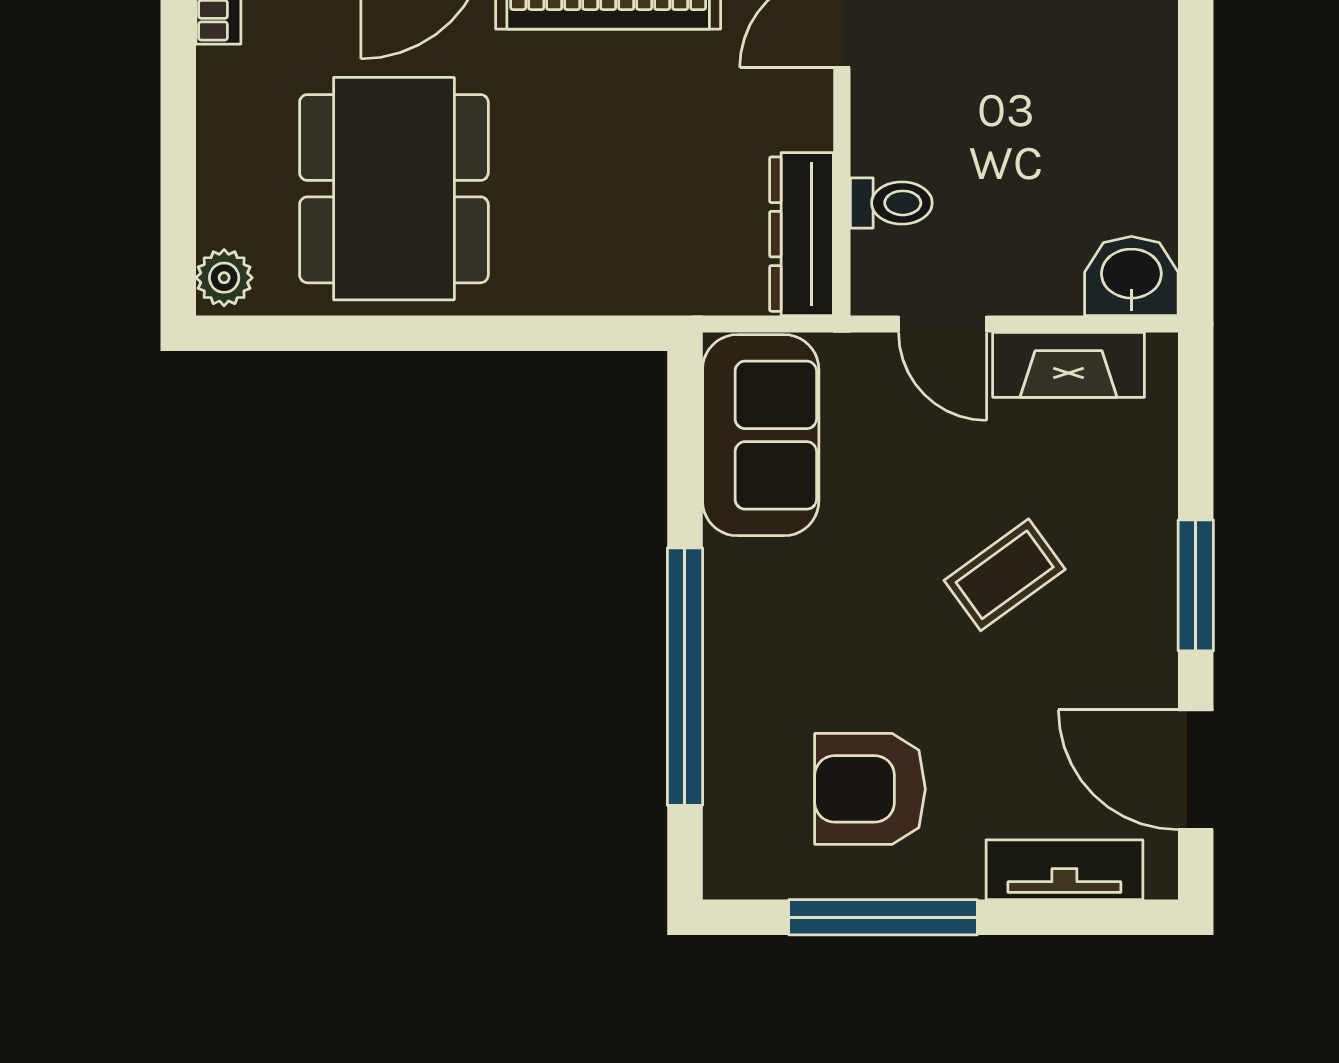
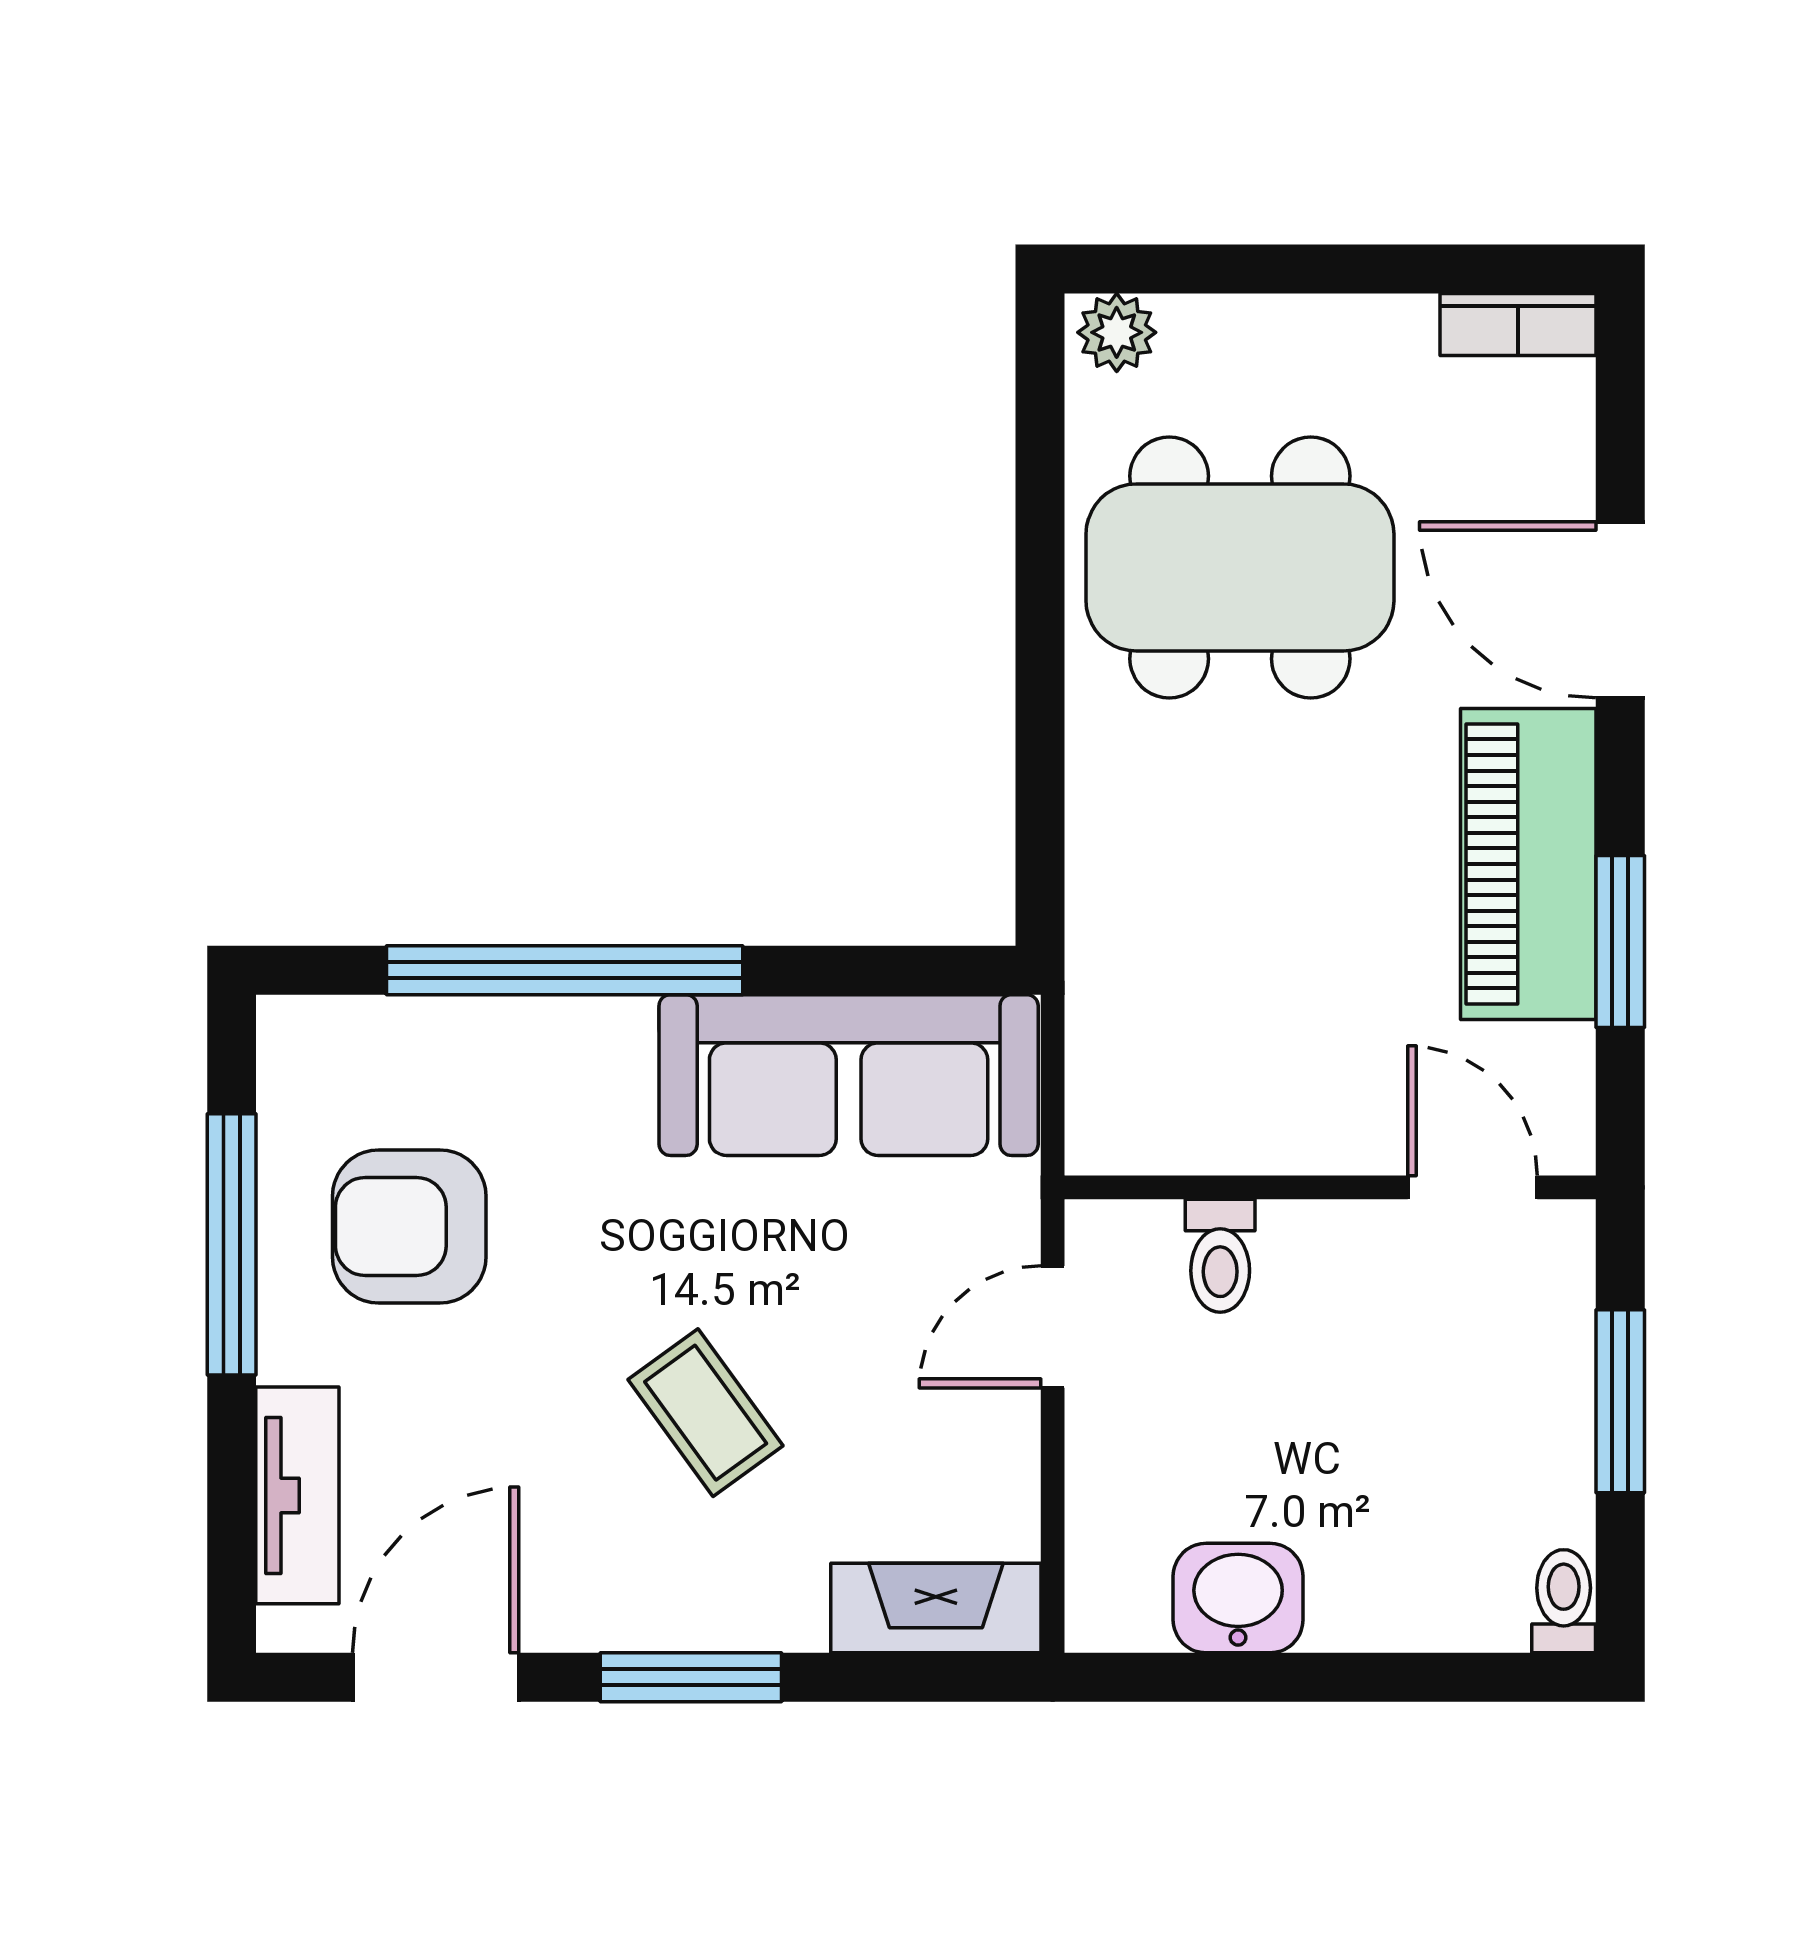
dresser: (802, 234) -> (1177, 1132), removed
washbasin: (1131, 276) -> (1238, 1598), moved, turned -90
fireplace: (1069, 365) -> (936, 1608), moved, turned 90
sofa: (761, 435) -> (849, 1075), width x1.36
armchair: (870, 789) -> (409, 1226), turned -90

